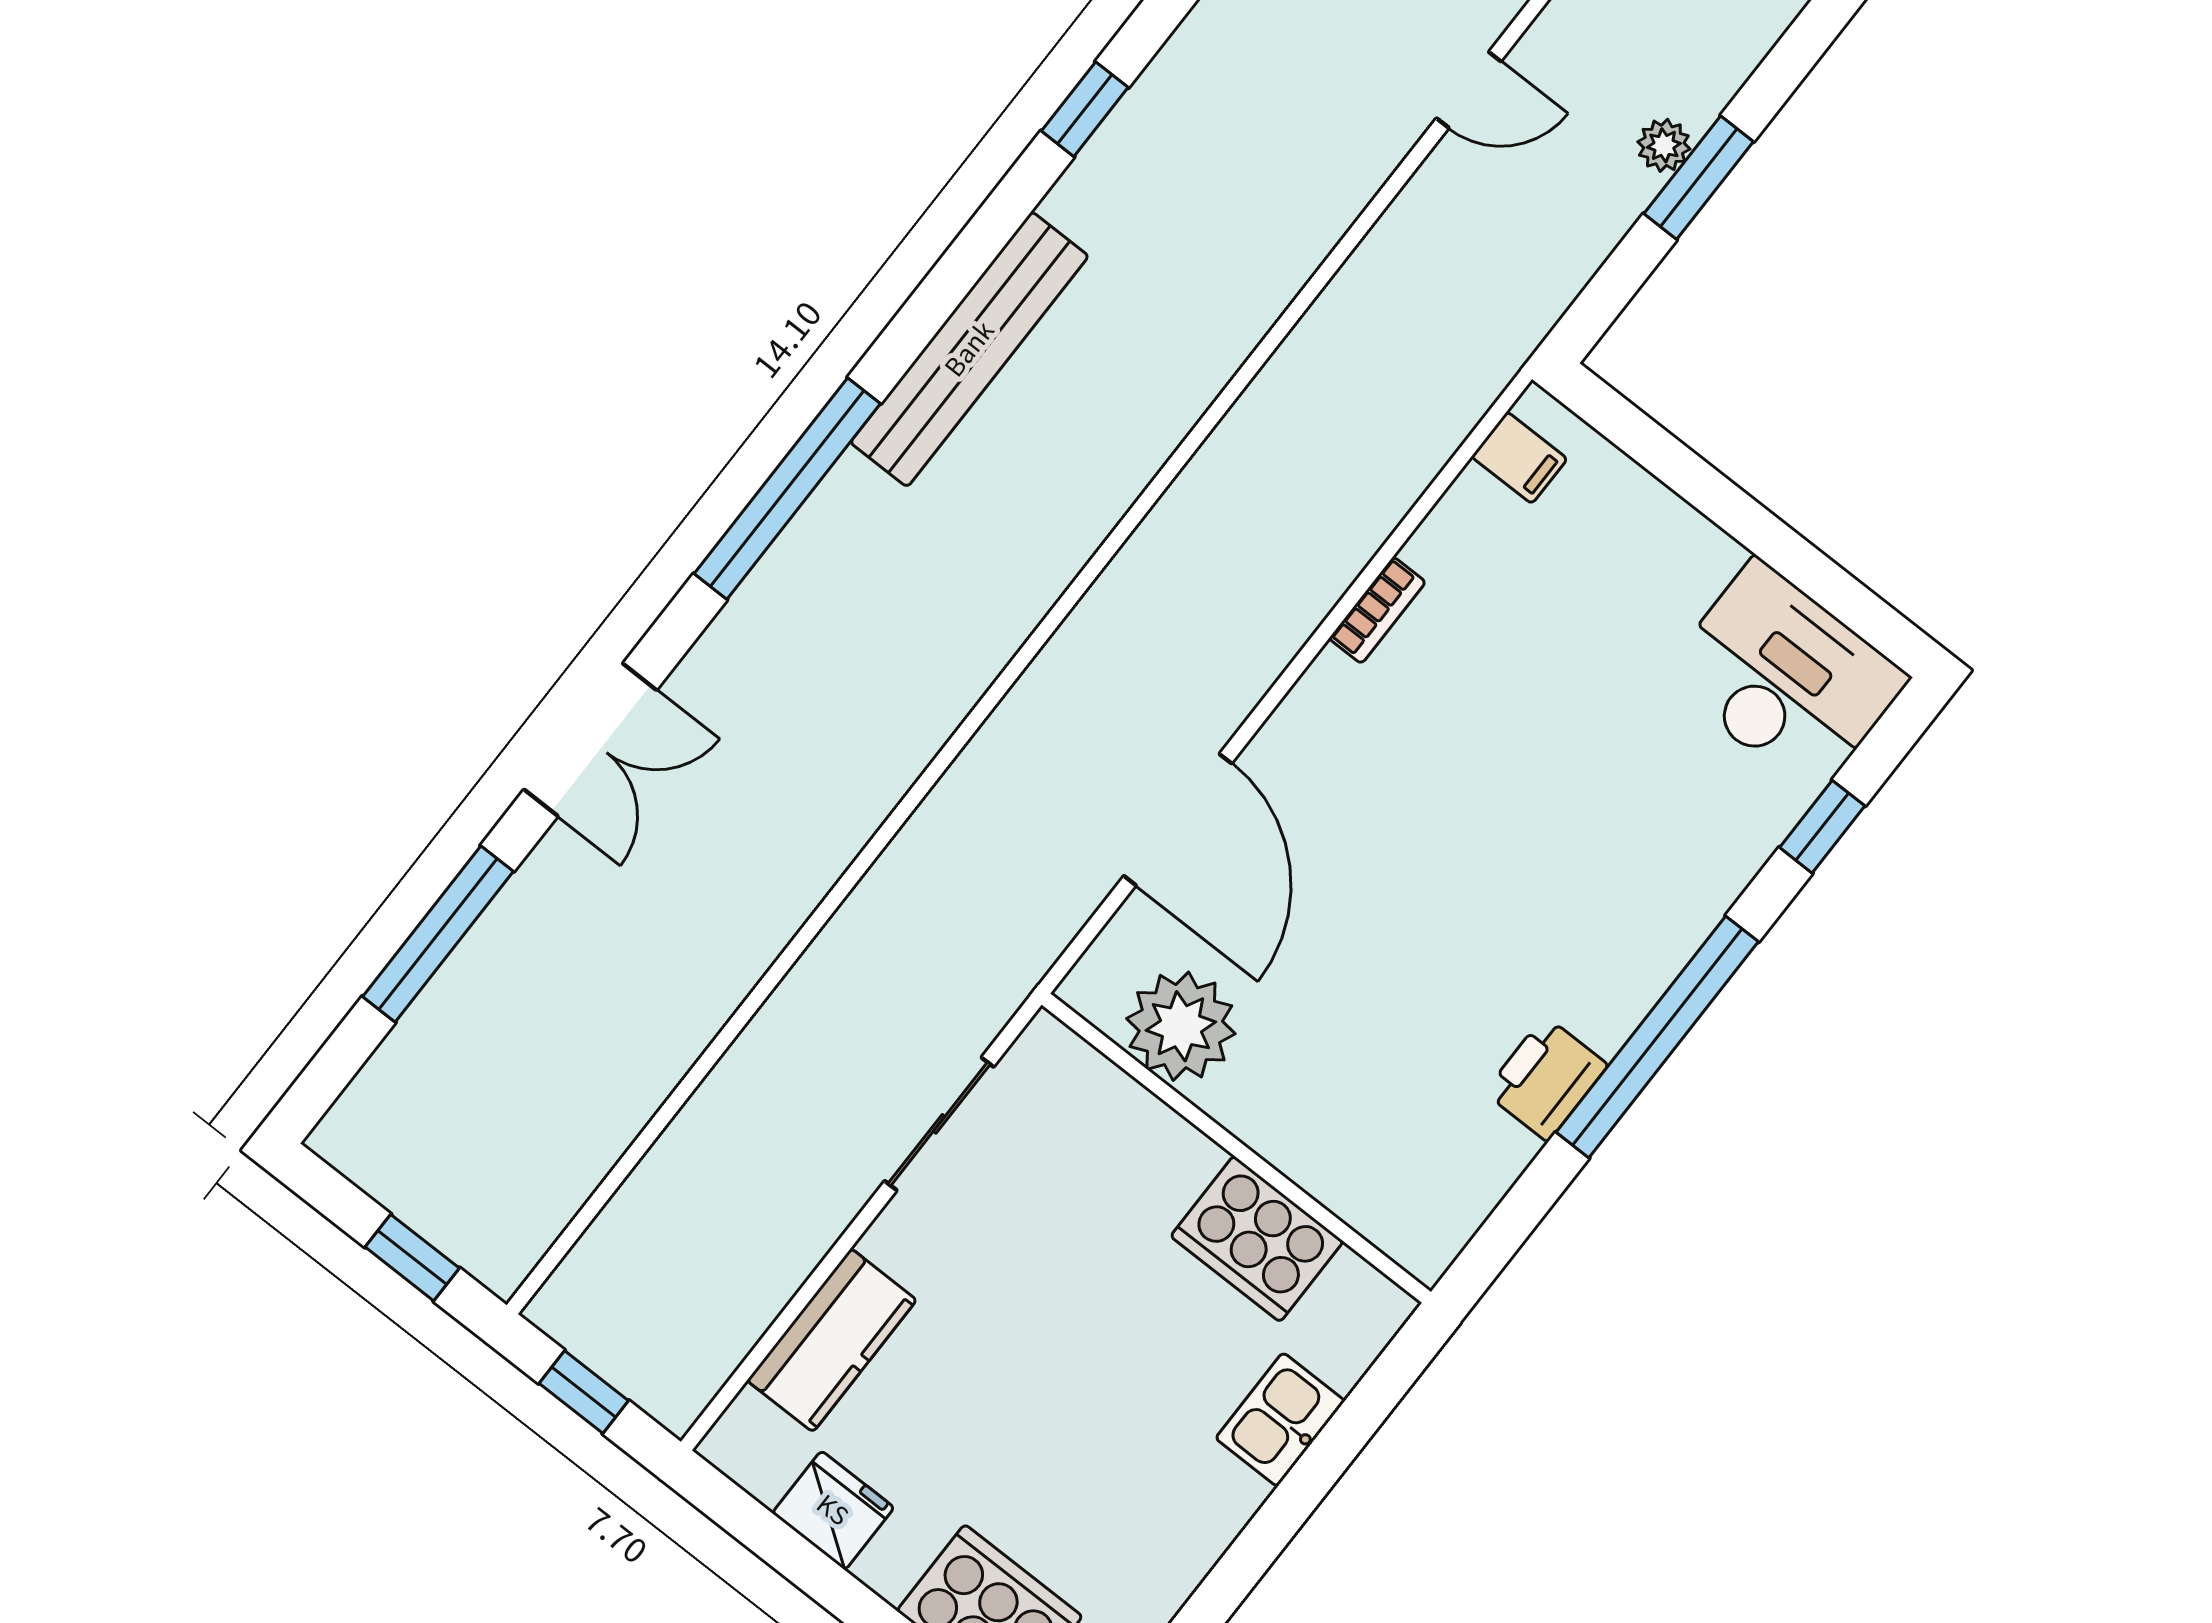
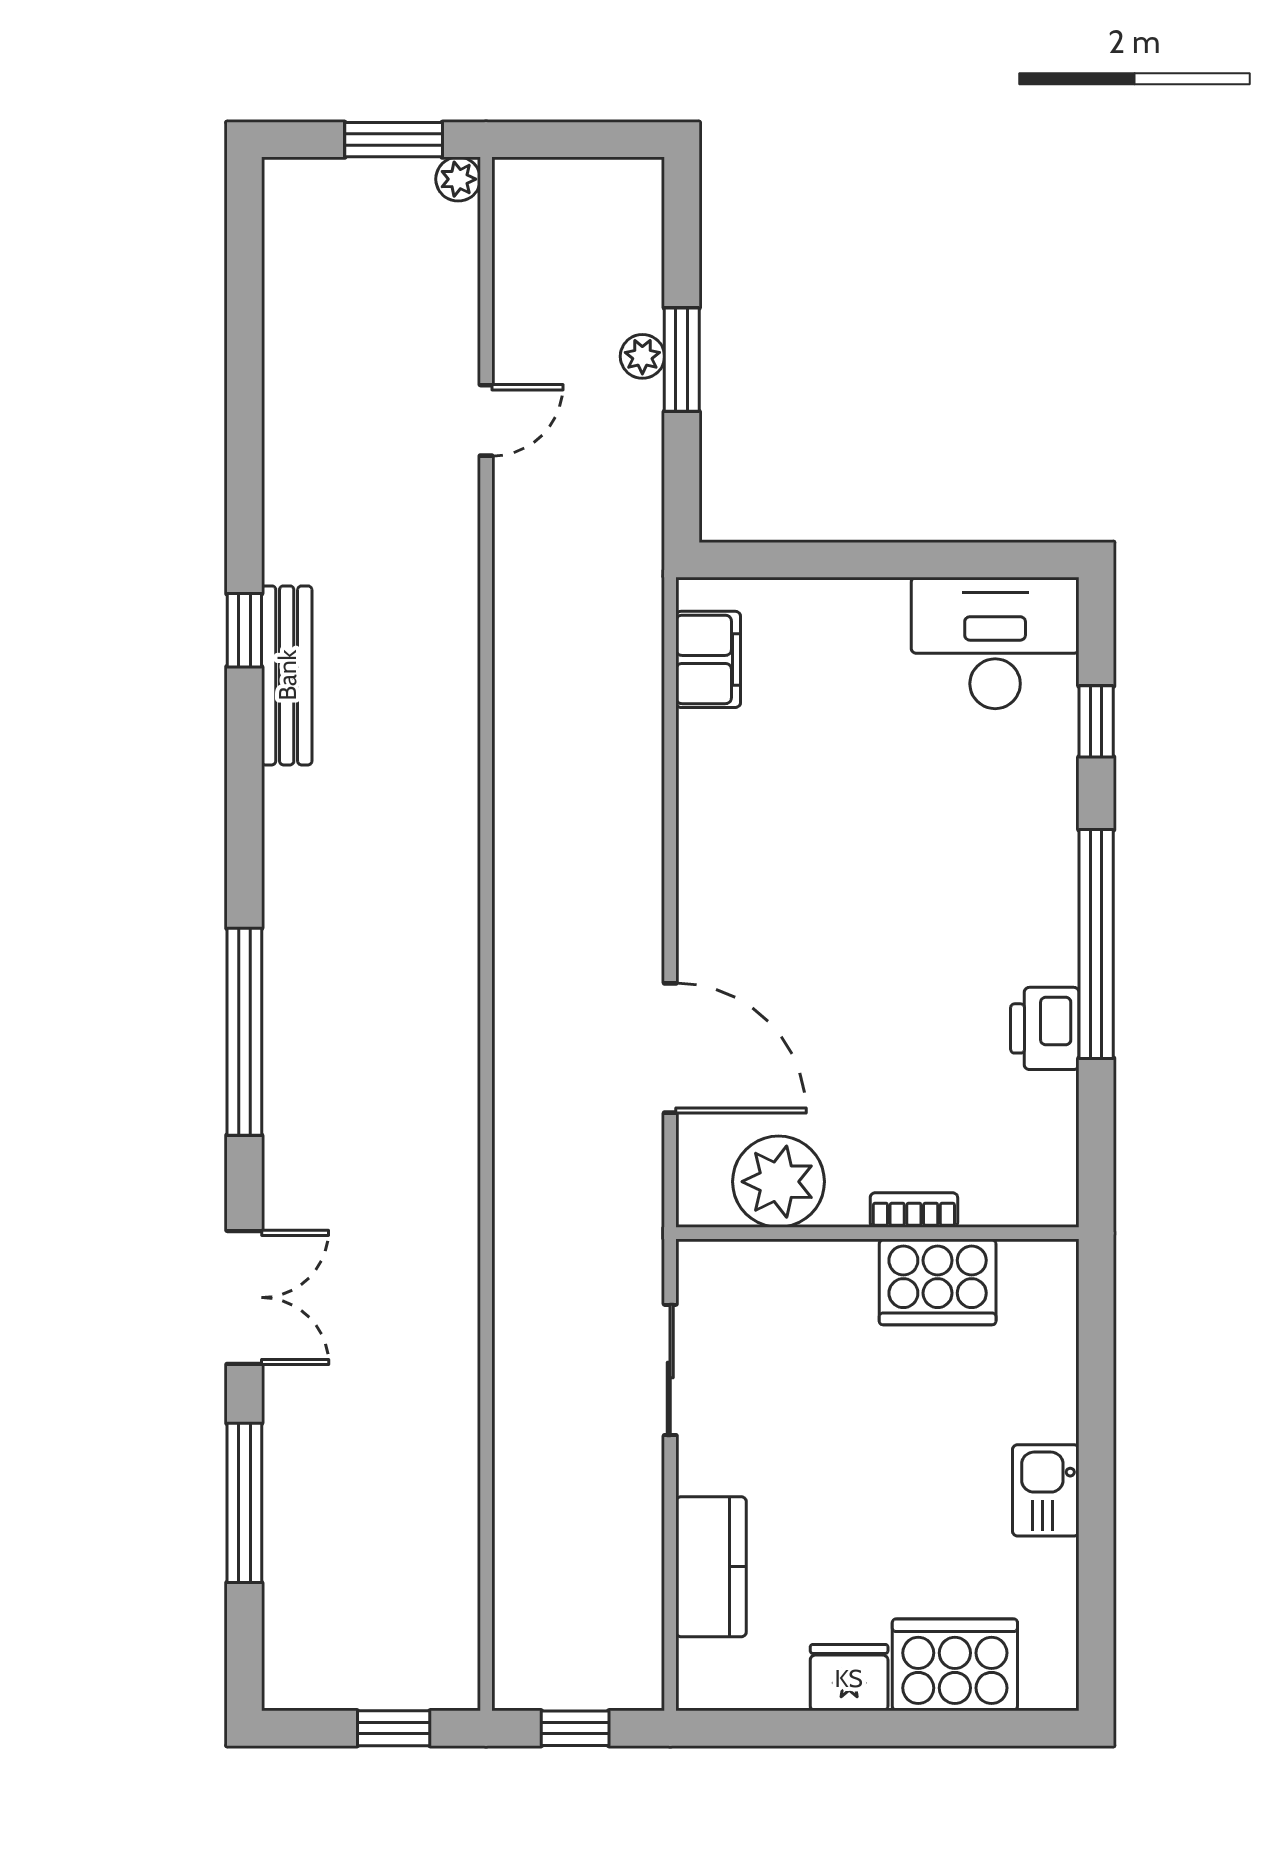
bench: (969, 349) -> (287, 675), moved, width x0.73, depth x0.82
filing cabinet: (1519, 458) -> (708, 659), width x2.00
bookcase: (1377, 610) -> (914, 1210), moved, turned -90
kitchen sink: (1280, 1420) -> (1046, 1490), moved
fridge: (833, 1510) -> (849, 1678), moved

